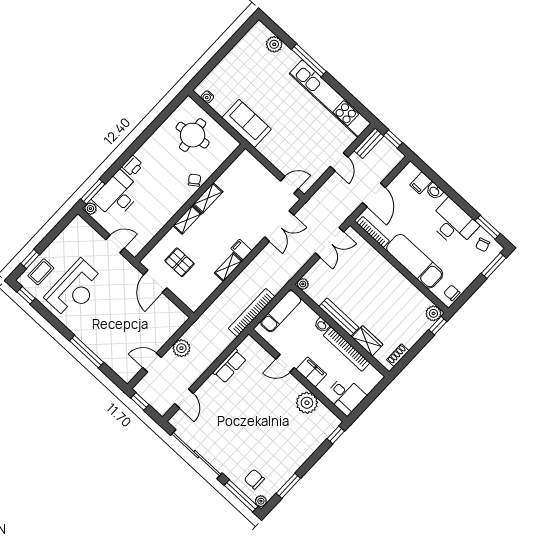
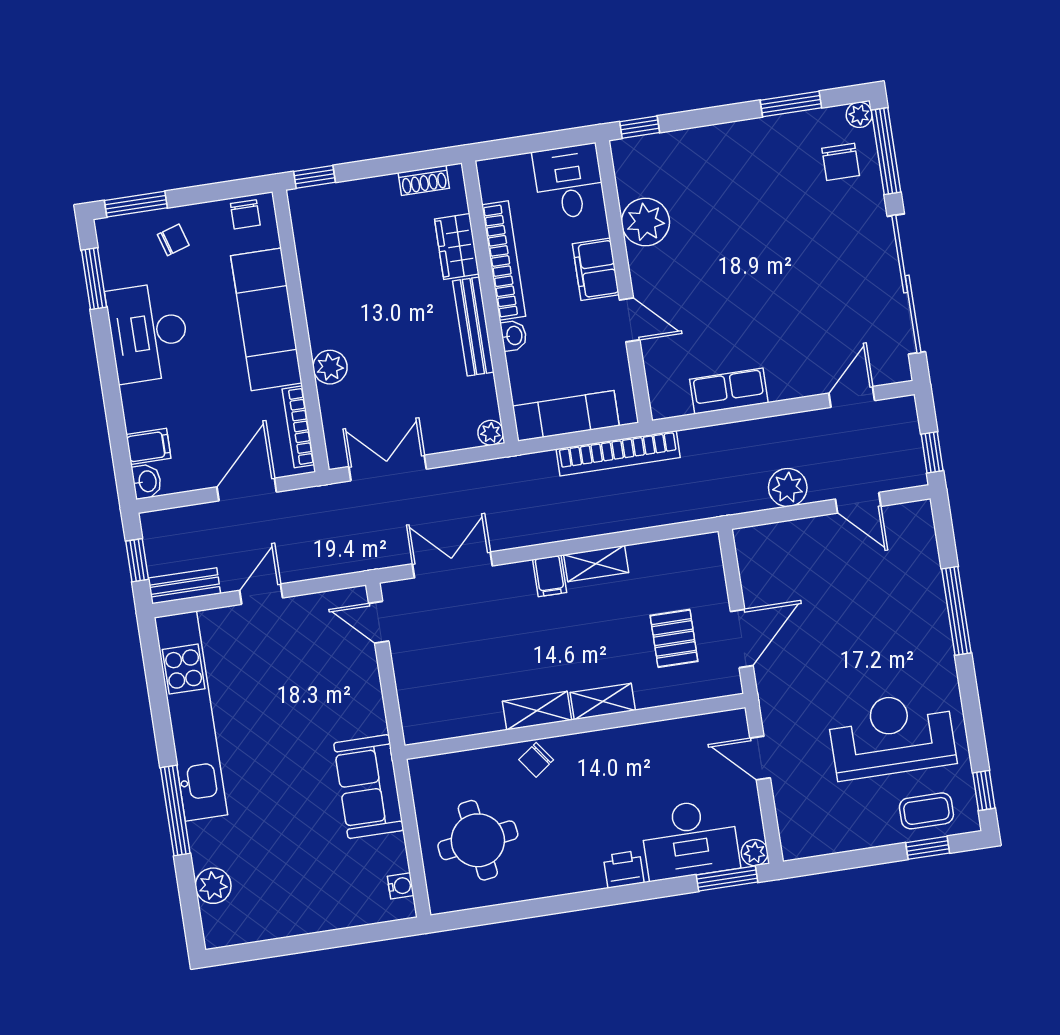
washbasin: (435, 191) -> (147, 481), moved
chair: (483, 245) -> (173, 240), moved
plant: (433, 313) -> (330, 367), moved

